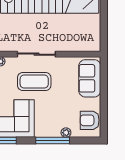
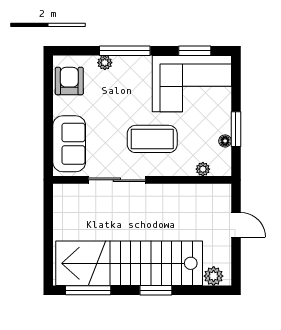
sliding door: (36, 54) -> (117, 180), moved
armchair: (90, 120) -> (69, 81), turned -90

